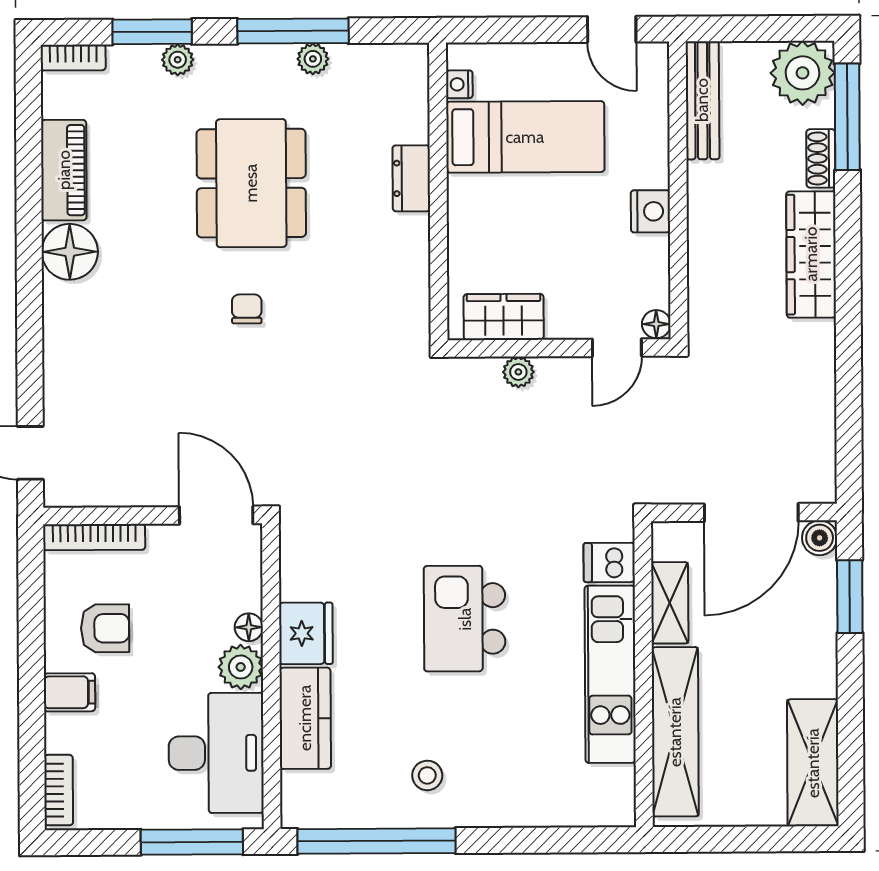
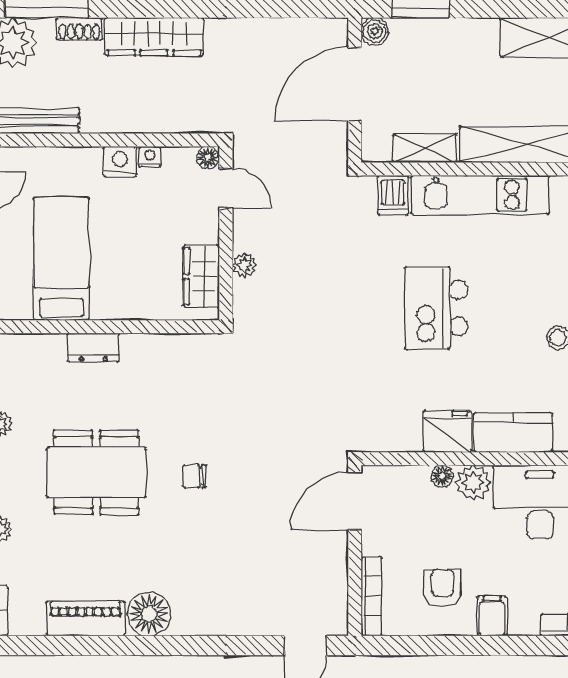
nightstand: (459, 84) -> (150, 157), moved, turned 180
door: (751, 512) -> (355, 84), swing flipped
kitchen island: (465, 619) -> (436, 308), turned 90

